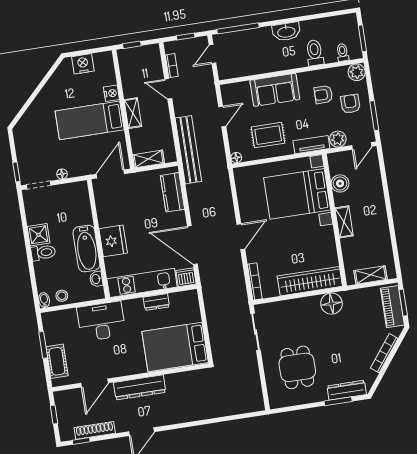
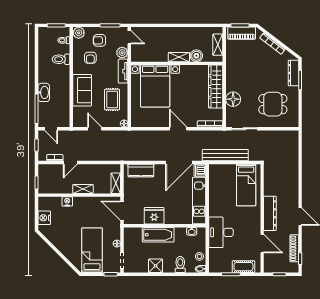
washbasin: (286, 32) -> (44, 92), moved
bed: (90, 120) -> (92, 250), moved, turned 180
bench: (188, 150) -> (225, 155), moved
boiler: (340, 183) -> (196, 56), moved
fridge: (113, 241) -> (154, 216), moved
bathtub: (86, 249) -> (158, 235), moved
toilet: (43, 253) -> (180, 265), moved
dresser: (156, 302) -> (214, 193), removed
floor lamp: (331, 304) -> (233, 99), moved
bed: (175, 347) -> (246, 185), width x0.67

